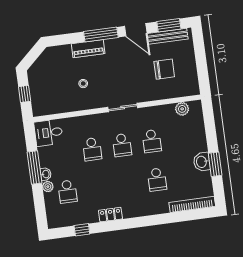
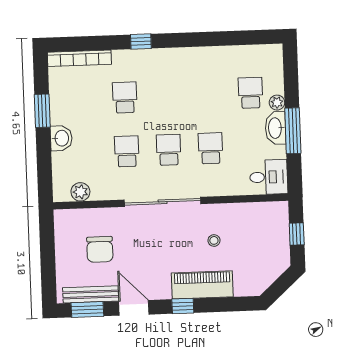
window: (101, 34) -> (183, 306), width x0.46
piano: (88, 49) -> (202, 285), width x1.37, depth x1.33
chair: (164, 69) -> (100, 249), turned -90
sliding door: (123, 108) -> (163, 202), width x1.86
washbasin: (202, 162) -> (61, 138), moved
washbasin: (46, 174) -> (276, 128), width x1.91, depth x1.45
locker: (110, 215) -> (194, 55), removed
window: (82, 230) -> (141, 42), moved

